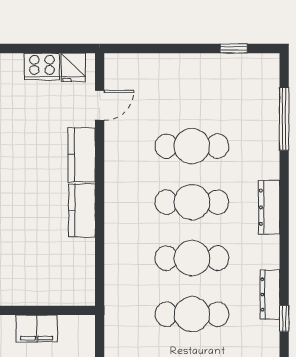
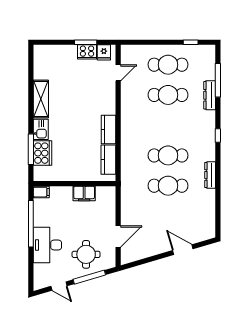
window: (39, 48) -> (86, 42), added
kitchen counter: (82, 155) -> (108, 160), moved
cafe table: (192, 202) -> (168, 65), moved
dresser: (269, 207) -> (210, 95), moved
window: (284, 318) -> (218, 135), moved

